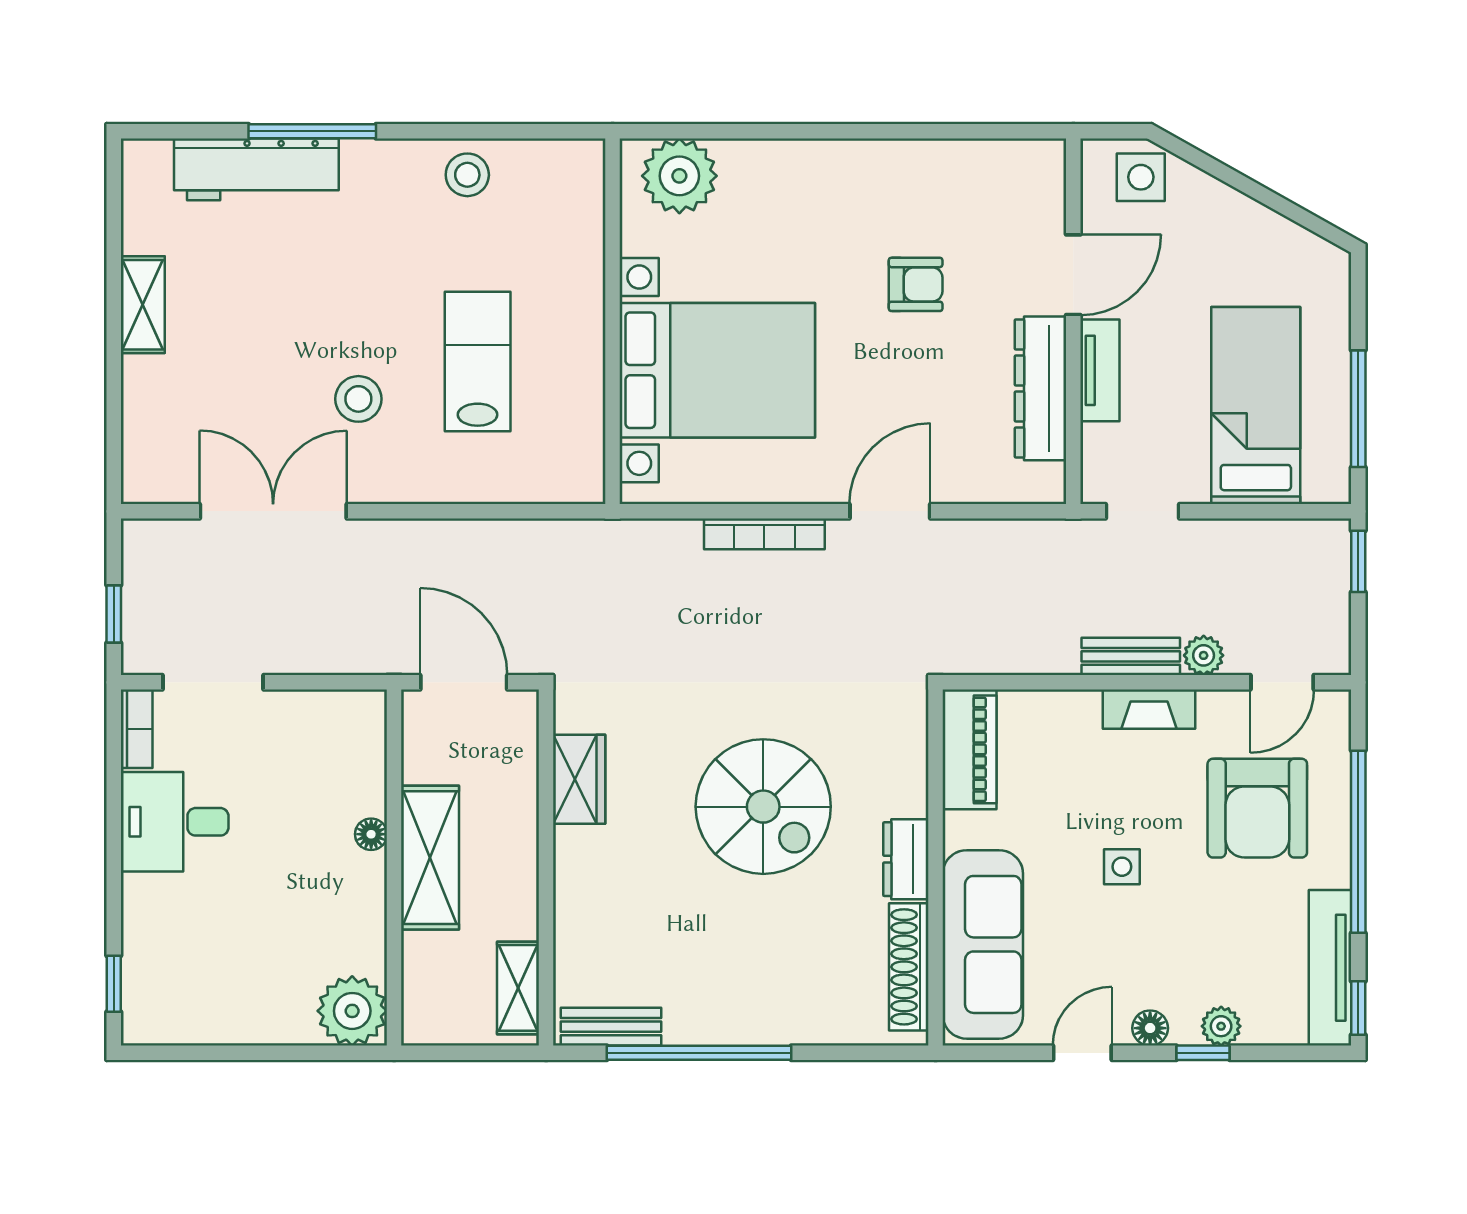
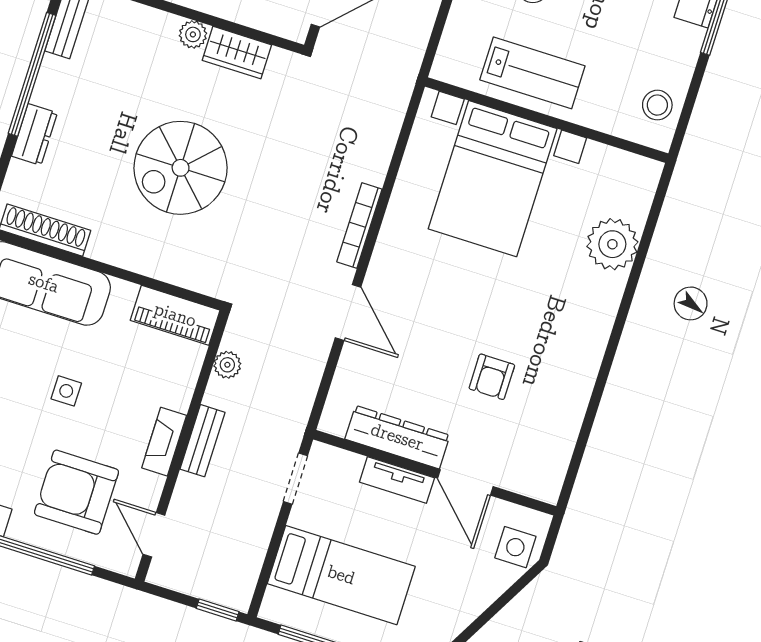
wall: (613, 321) -> (547, 120), moved
bed with nightstands: (717, 370) -> (493, 179), moved
plant: (1204, 655) -> (227, 365), moved
plant: (573, 848) -> (193, 34), added
dresser: (906, 859) -> (34, 134), moved, turned 90

